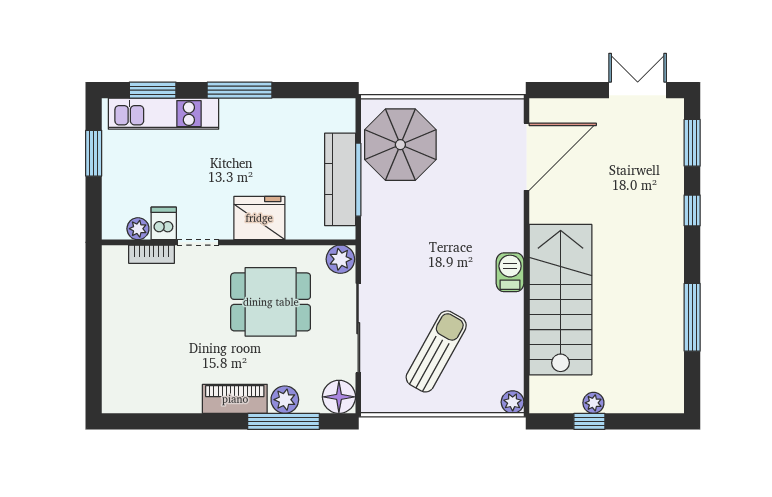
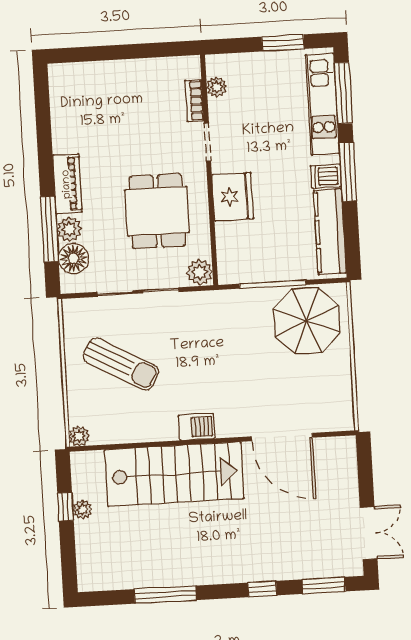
window: (153, 90) -> (343, 93), width x1.44
door: (526, 157) -> (282, 437), moved
kitchen counter: (340, 179) -> (330, 232), moved, turned -90
dishwasher: (164, 223) -> (326, 176), moved, turned 180
floor lamp: (339, 397) -> (73, 258), moved

